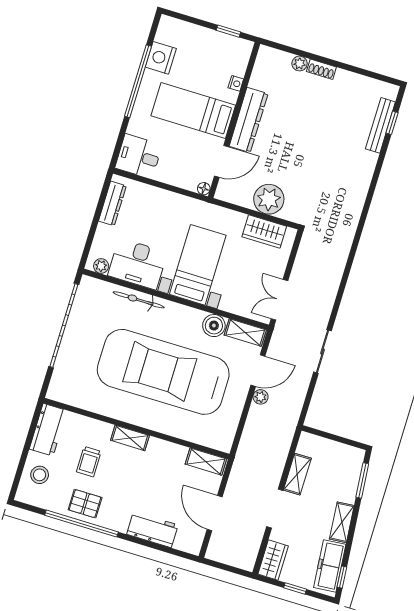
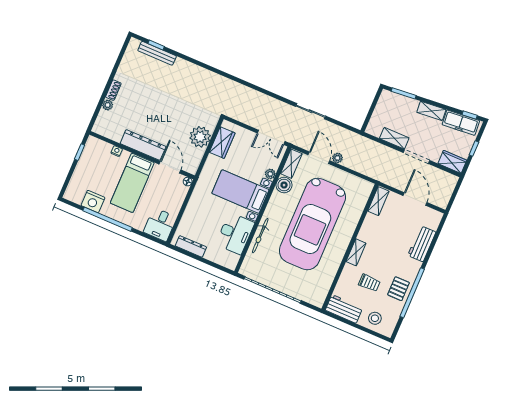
plant: (101, 266) -> (270, 174), moved
door: (215, 513) -> (415, 199), swing flipped

